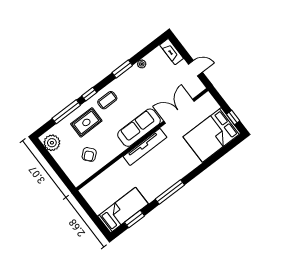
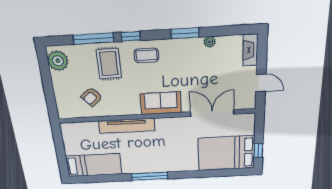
rug: (86, 122) -> (109, 64), turned 90
sofa: (139, 128) -> (161, 103), width x0.73
tv unit: (145, 147) -> (127, 126), moved
window: (135, 219) -> (100, 179), removed

